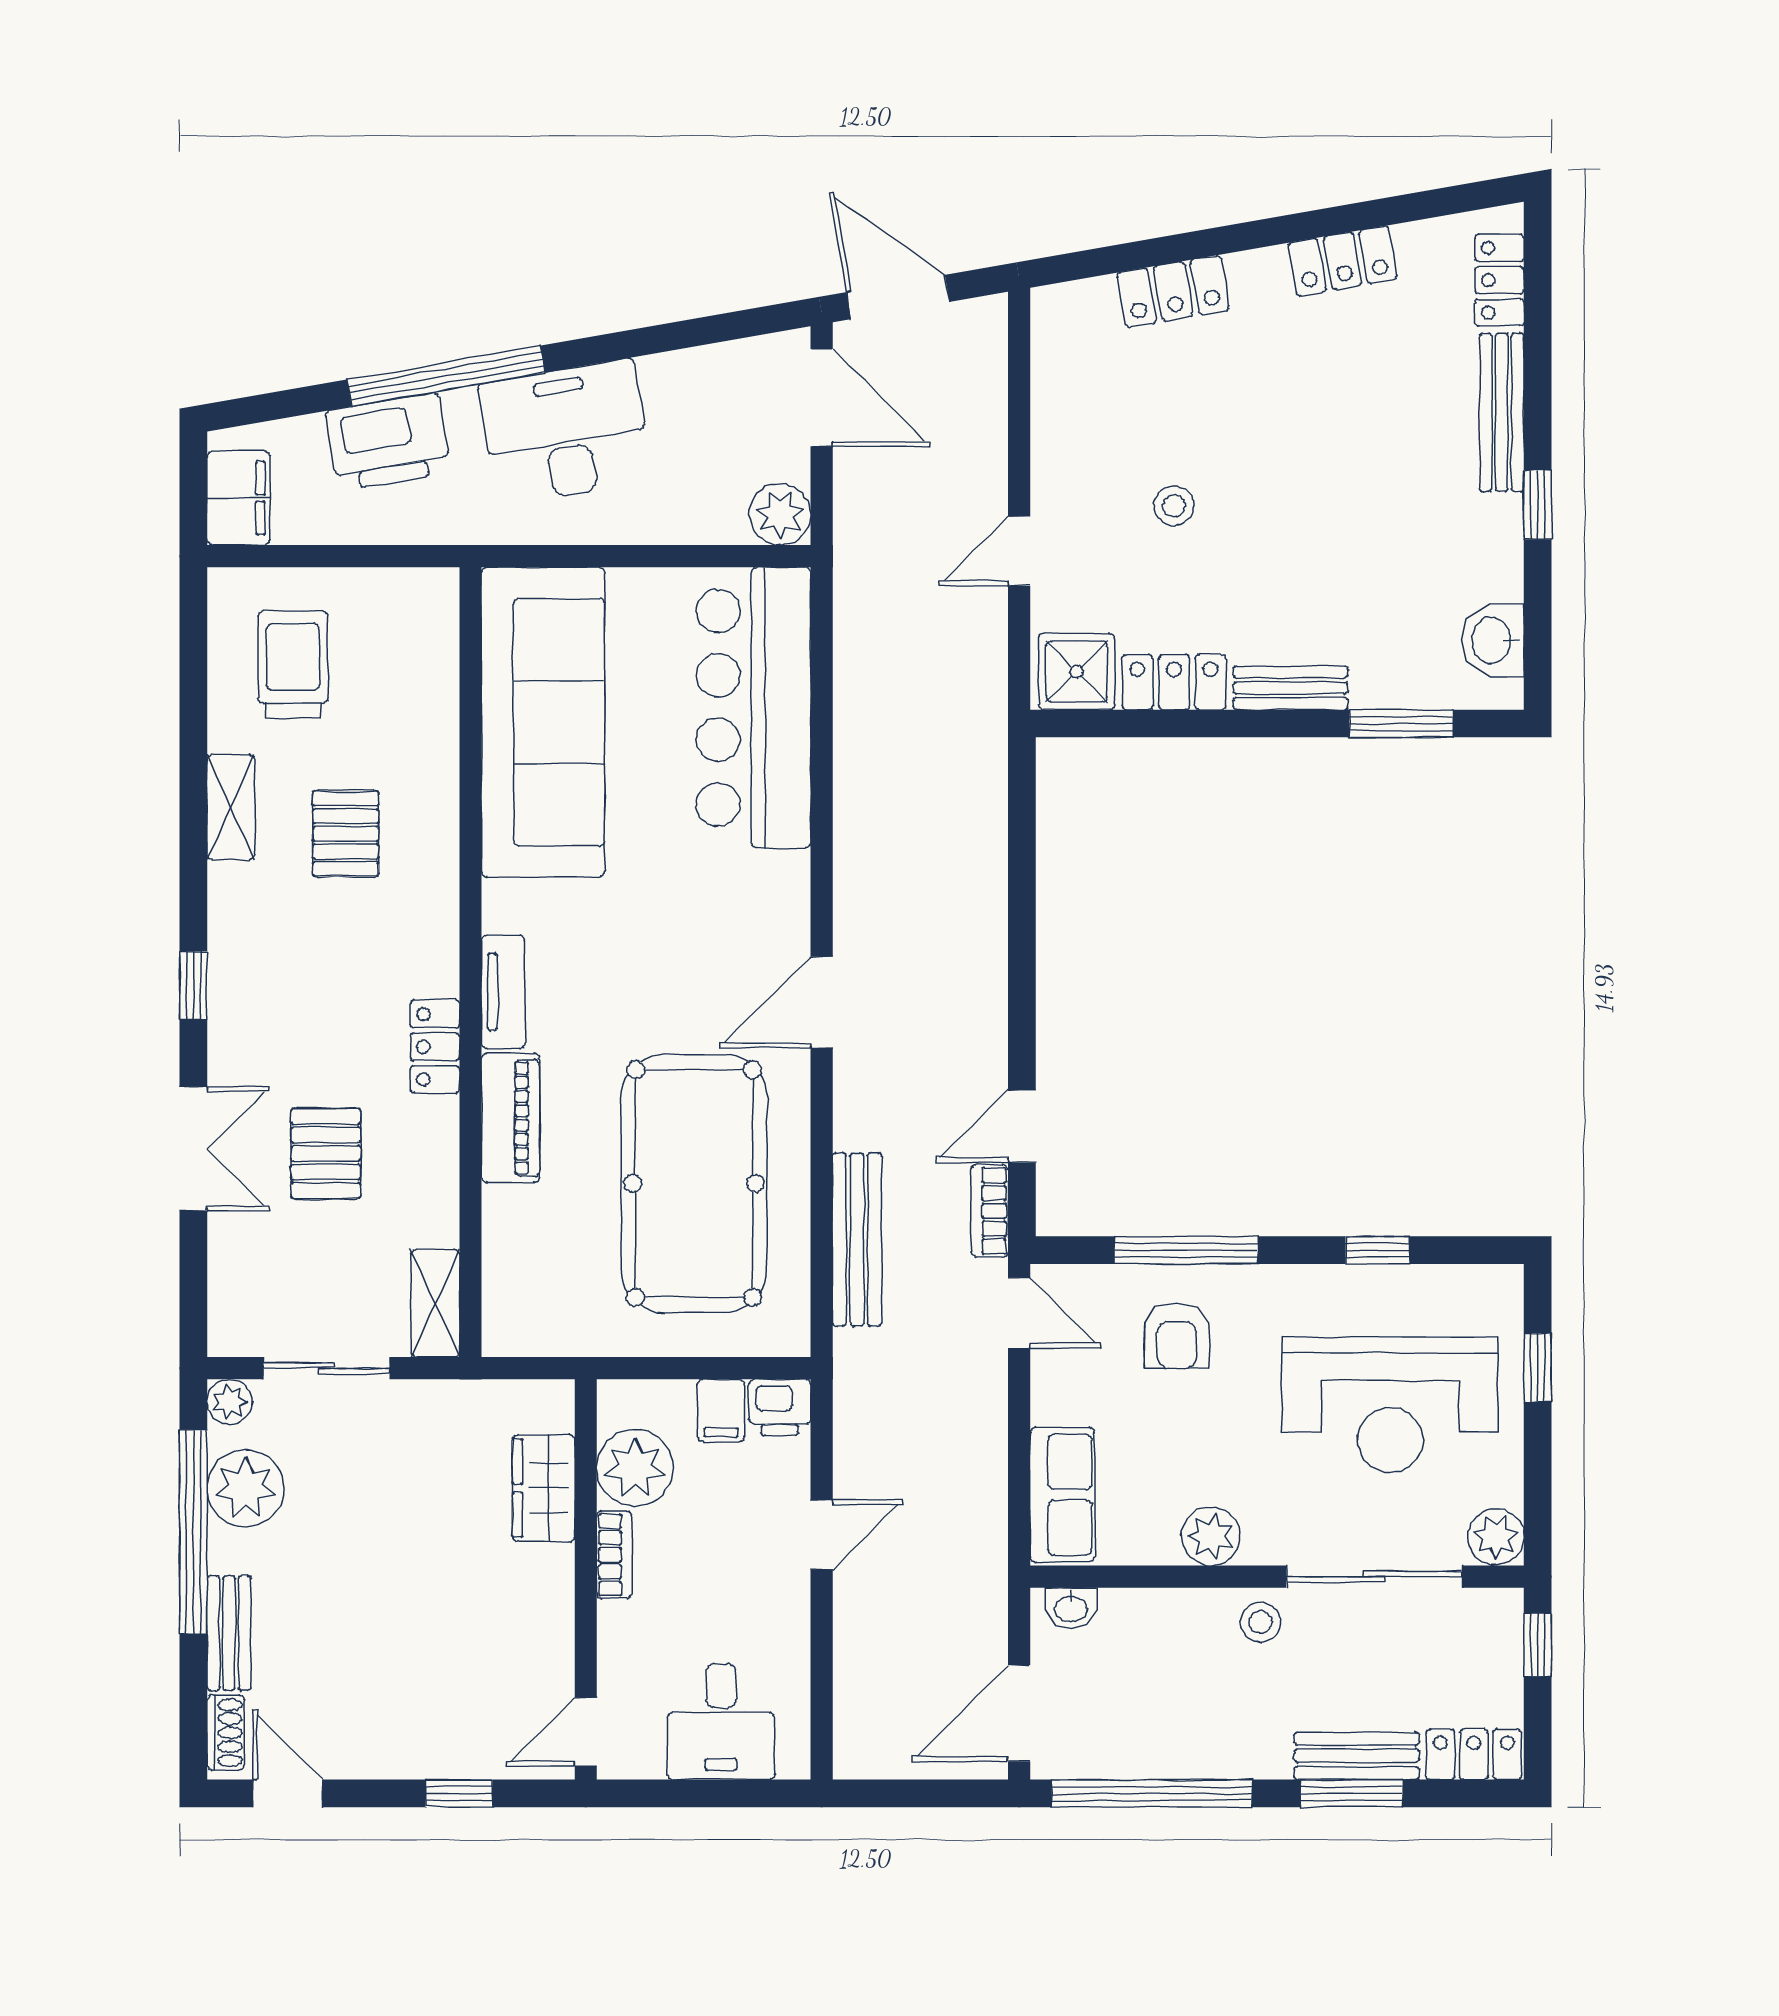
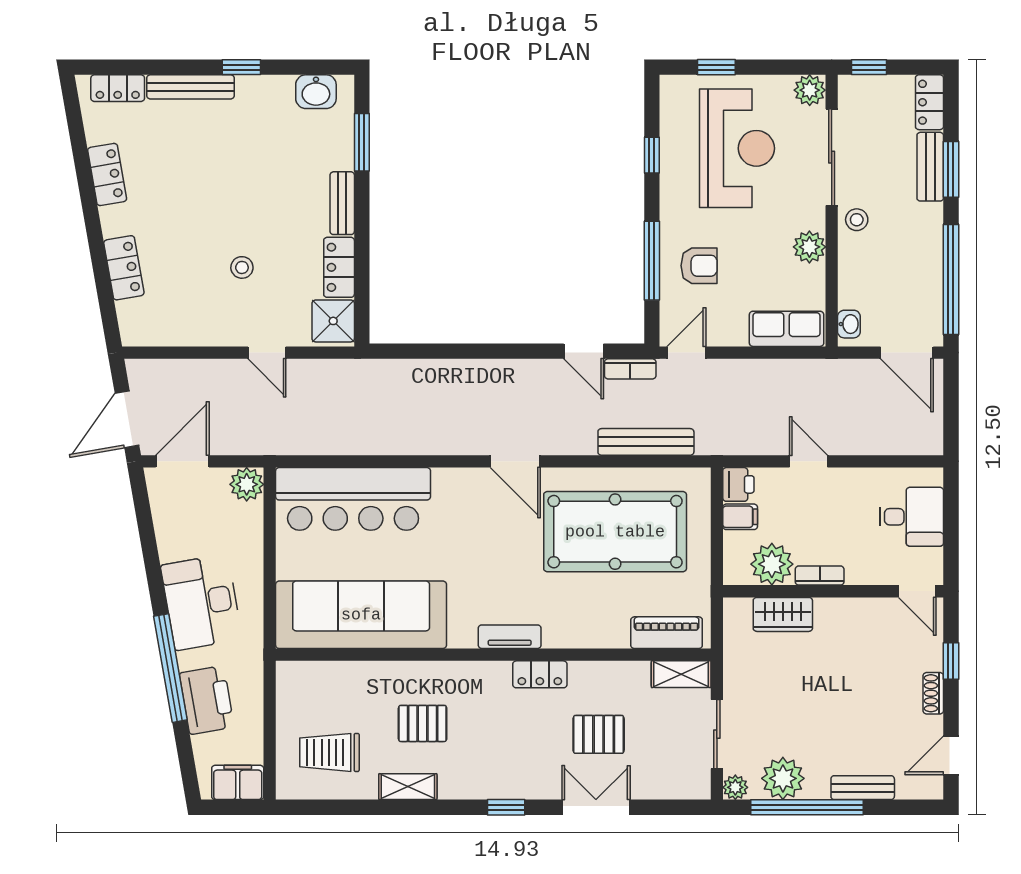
piano: (510, 1118) -> (667, 633), moved
shoe rack: (226, 1733) -> (933, 693), moved, turned -90

